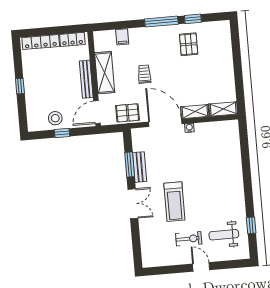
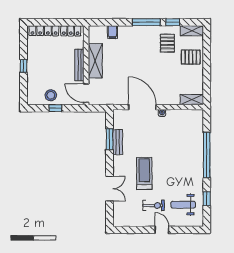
trolley: (144, 74) -> (128, 65), removed
door: (97, 112) -> (86, 93), hinge flipped
shelving: (195, 112) -> (192, 31), moved
pallet: (128, 113) -> (191, 57), moved
window: (247, 173) -> (207, 155), added
treadmill: (174, 202) -> (144, 173), turned 180
double door: (133, 204) -> (110, 189), moved

